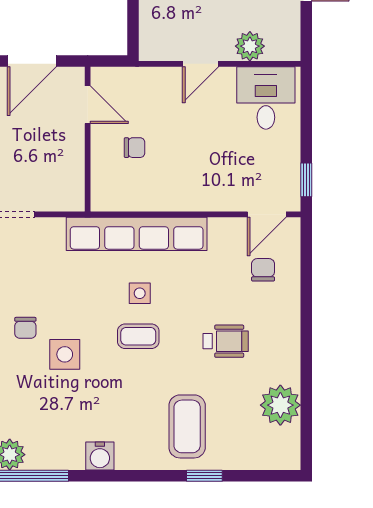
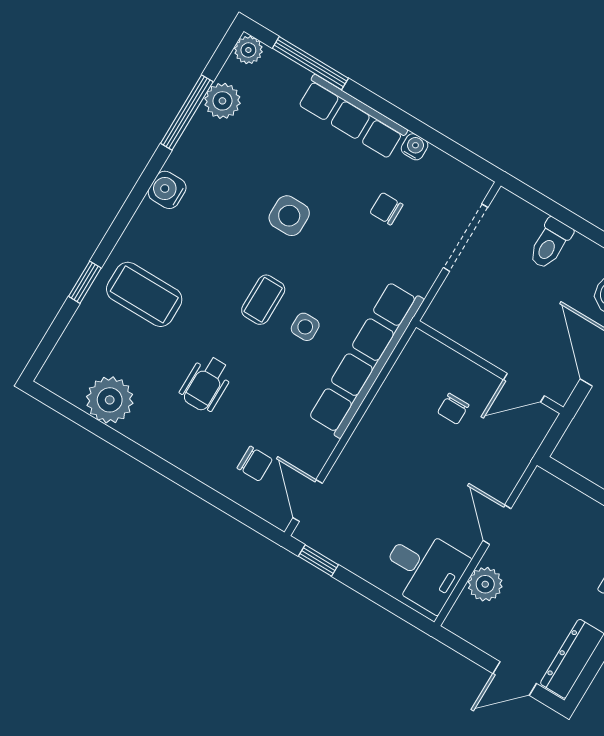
chair: (25, 328) -> (386, 209), moved

